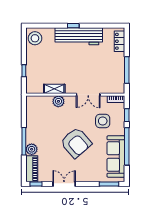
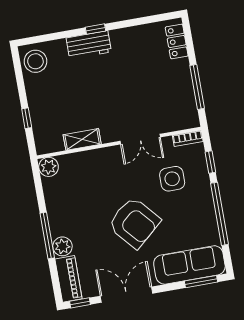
workbench: (79, 36) -> (89, 45), width x0.53, depth x0.76
plant: (58, 101) -> (49, 167), moved
sofa: (116, 156) -> (189, 265), moved, turned 90
double door: (64, 184) -> (126, 295), width x1.37

